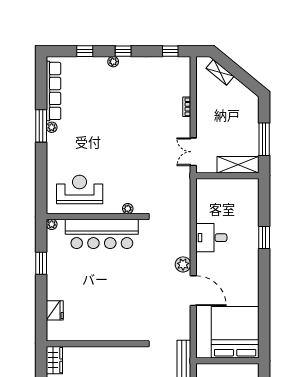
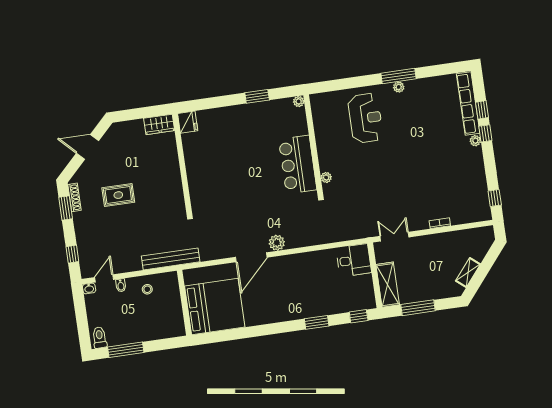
window: (123, 51) -> (485, 133), moved
shelving: (220, 72) -> (468, 272), moved
row of seats: (54, 91) -> (468, 104), moved, turned 90
reception desk: (80, 190) -> (365, 118), moved
window: (264, 197) -> (359, 316), added
bar counter: (102, 234) -> (298, 165), width x0.73
desk: (211, 238) -> (354, 260), moved, turned 90
fridge: (55, 310) -> (188, 122), moved, turned -90

